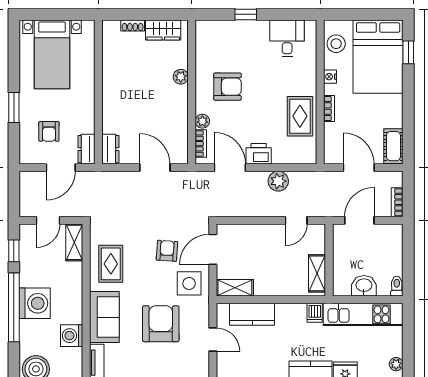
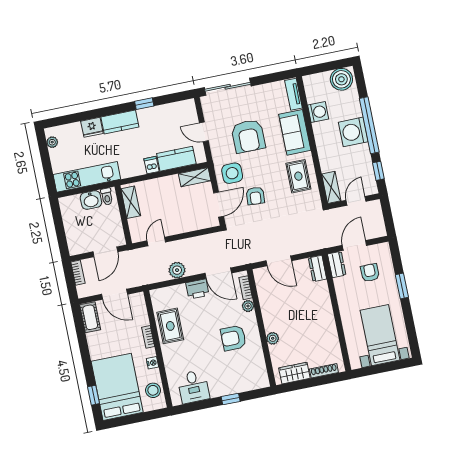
shoe rack: (133, 25) -> (324, 371), width x1.43
toilet: (397, 286) -> (107, 196), moved
dishwasher: (315, 313) -> (152, 165), moved

